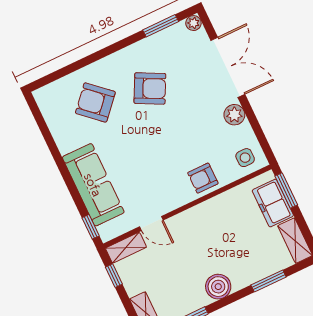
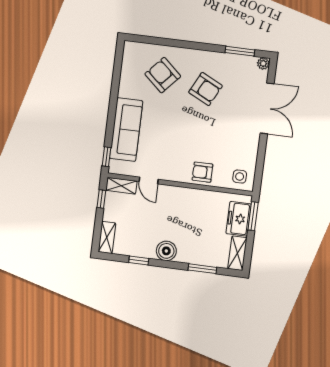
plant: (234, 115) -> (251, 143), removed

